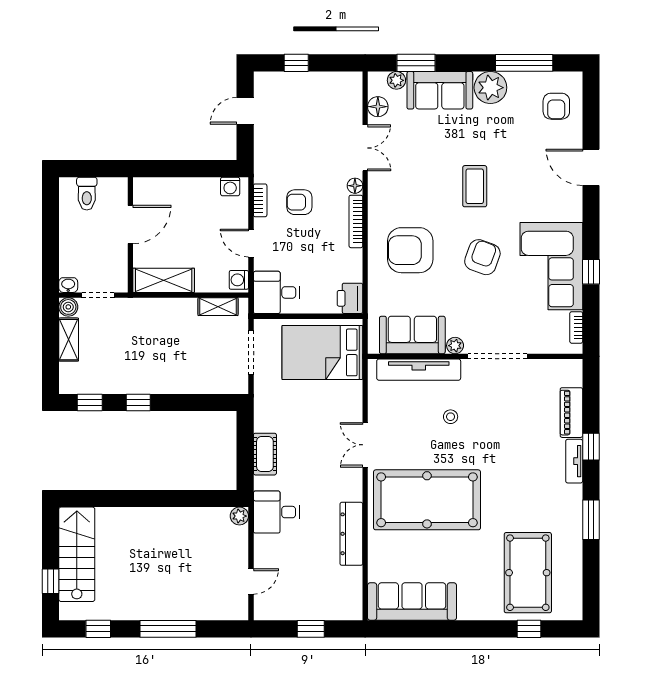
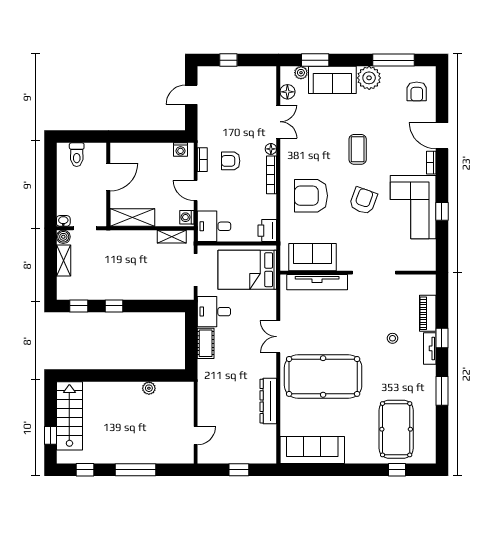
bookcase: (576, 327) -> (431, 163), moved
plant: (455, 346) -> (343, 265), removed
stool: (451, 417) -> (392, 338), moved
desk: (276, 512) -> (214, 312), moved
plant: (239, 516) -> (149, 388), moved

